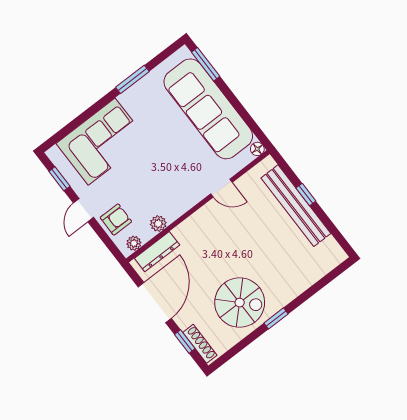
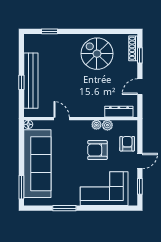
armchair: (147, 183) -> (97, 150), added
armchair: (116, 219) -> (127, 144), turned 90
plant: (134, 243) -> (96, 125), moved
door: (155, 303) -> (140, 87), width x0.53
window: (276, 318) -> (49, 31), moved

